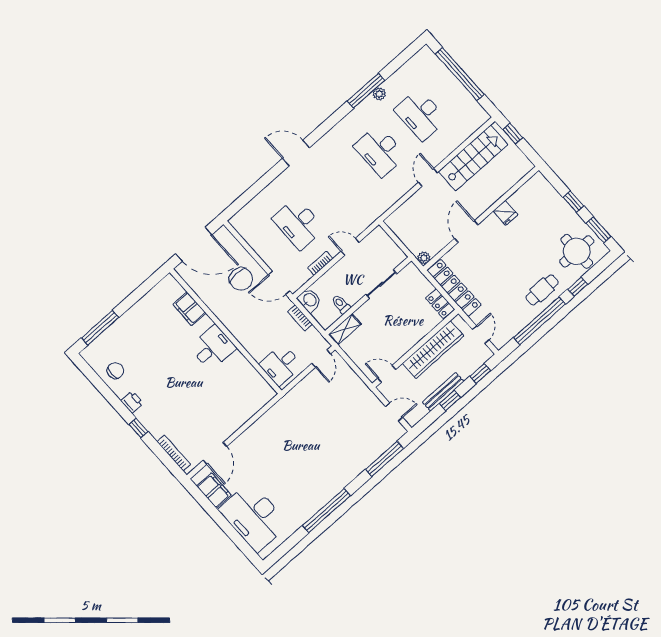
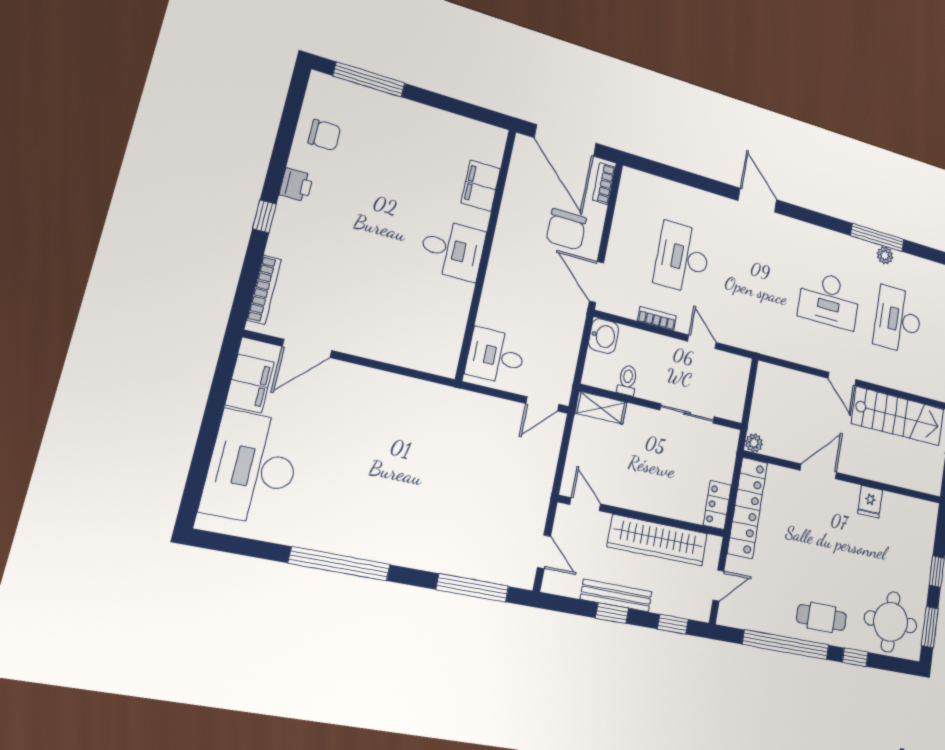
desk: (380, 151) -> (829, 300), turned -90
door: (428, 177) -> (842, 379), swing flipped
bookcase: (300, 318) -> (604, 184), moved

